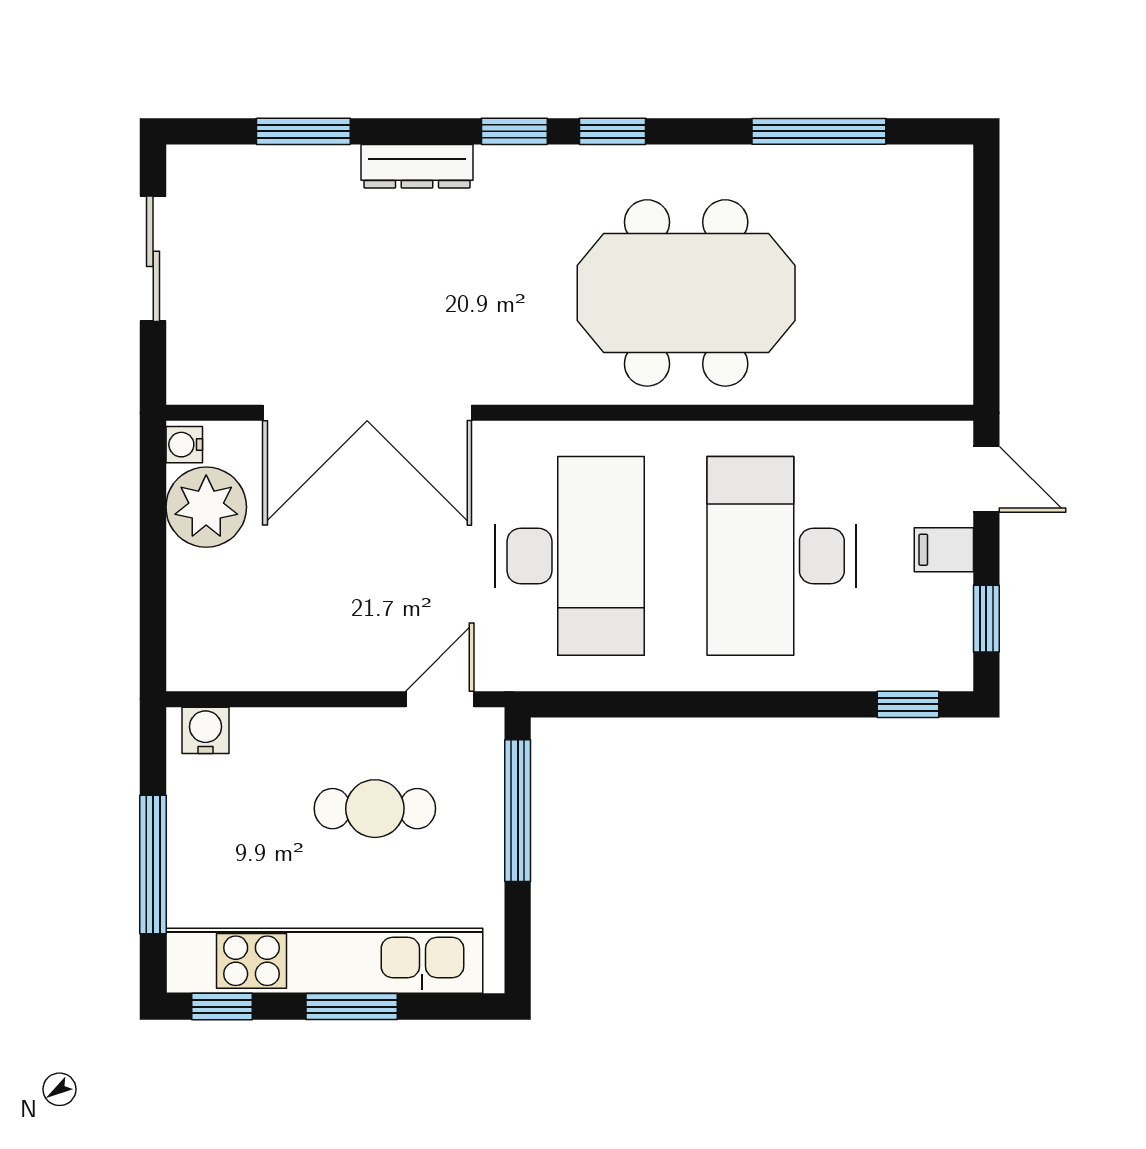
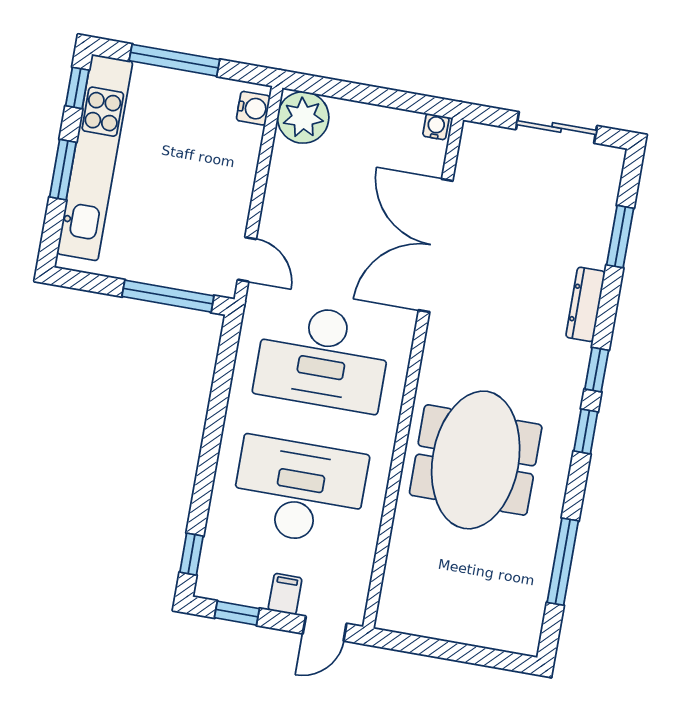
plant: (206, 507) -> (303, 117), moved
cafe table: (375, 809) -> (185, 206), removed

